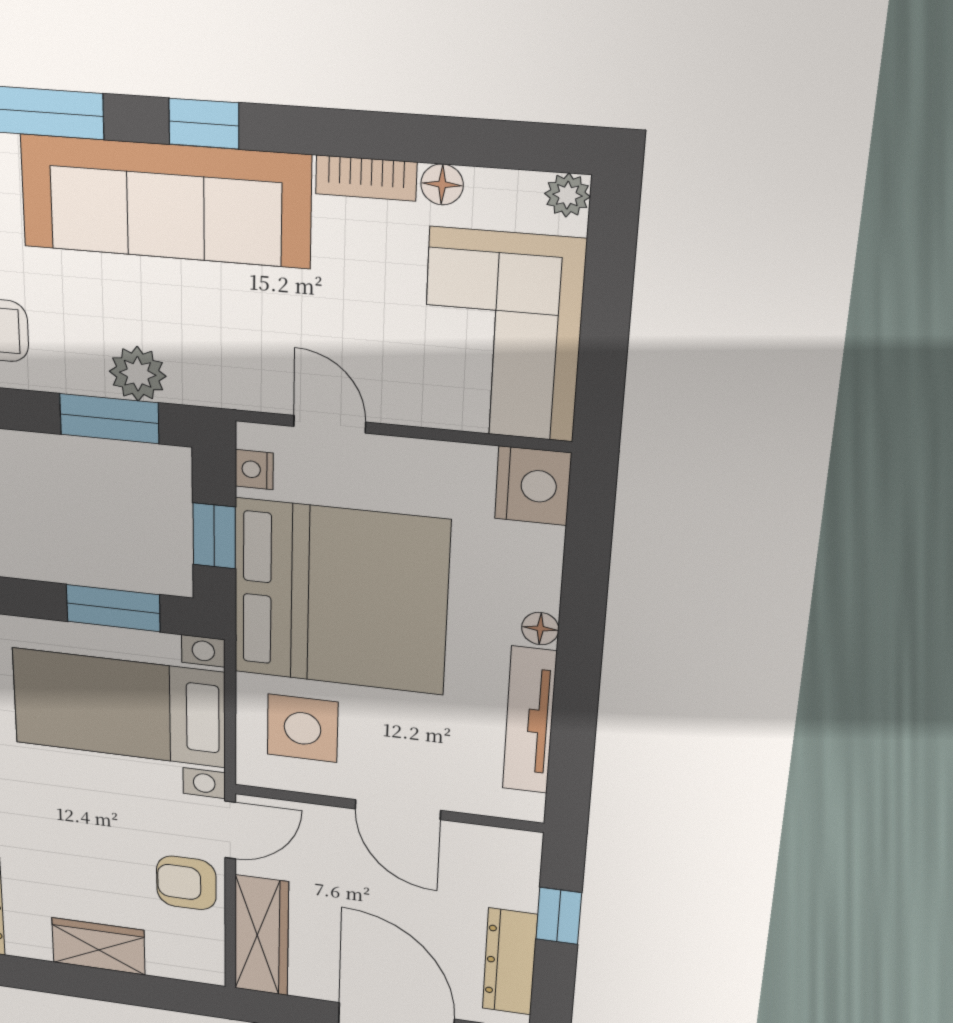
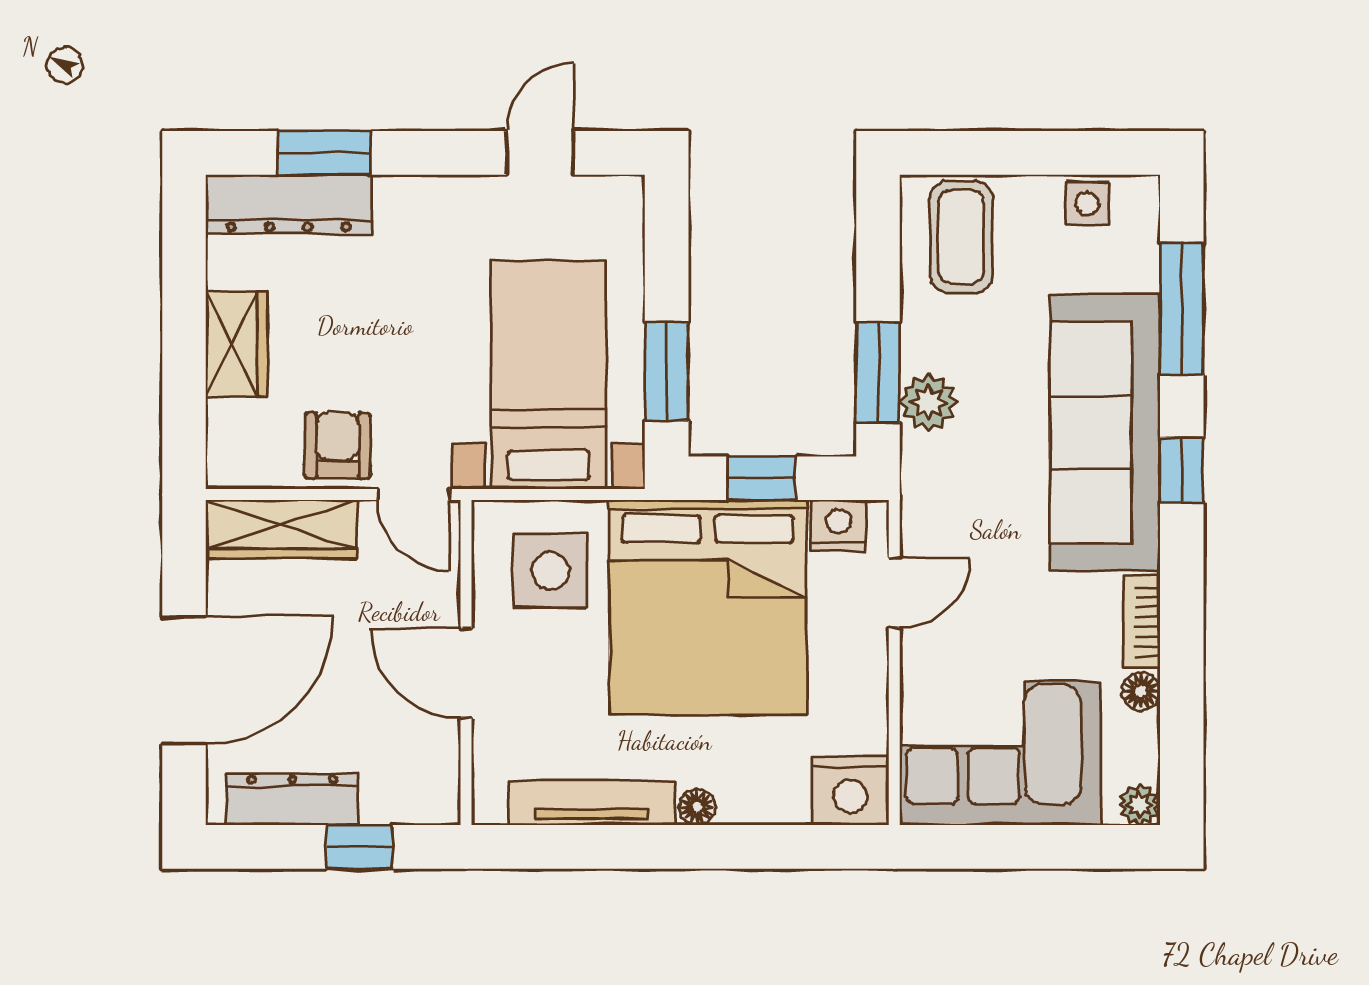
nightstand: (254, 470) -> (839, 525), width x1.39, depth x1.35
door: (398, 810) -> (466, 673), hinge flipped

